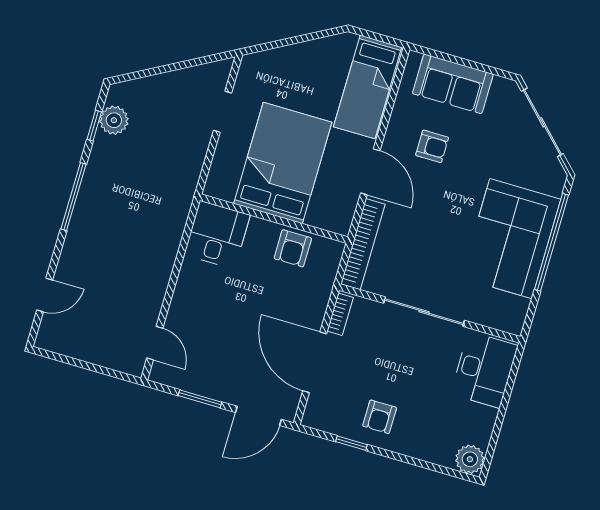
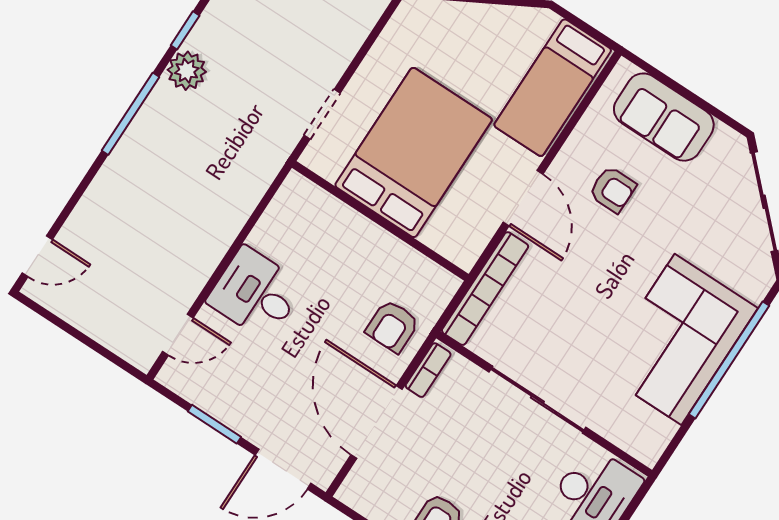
doorway: (222, 112) -> (322, 114), moved
plant: (114, 120) -> (187, 71), moved
desk: (217, 235) -> (255, 293), moved, turned -90
armchair: (293, 248) -> (392, 326), moved
door: (45, 295) -> (37, 256), moved
door: (155, 343) -> (178, 335), hinge flipped

